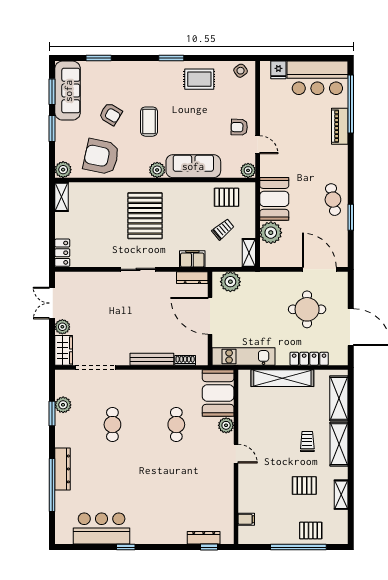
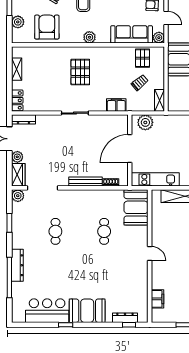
armchair: (101, 157) -> (47, 27), turned 78
sofa: (193, 166) -> (132, 34), moved
plant: (63, 170) -> (18, 22), moved
shelving: (62, 197) -> (17, 69), moved
pallet: (227, 197) -> (142, 58), turned 90
pallet: (145, 216) -> (80, 72), width x0.73, depth x0.71
plant: (271, 233) -> (176, 85), removed
dresser: (192, 278) -> (23, 119), moved
door: (210, 316) -> (130, 149), hinge flipped
plant: (63, 405) -> (18, 196), moved
plant: (226, 425) -> (142, 232), removed
filing cabinet: (246, 519) -> (157, 299), width x2.00
booth: (154, 529) -> (87, 311), added

